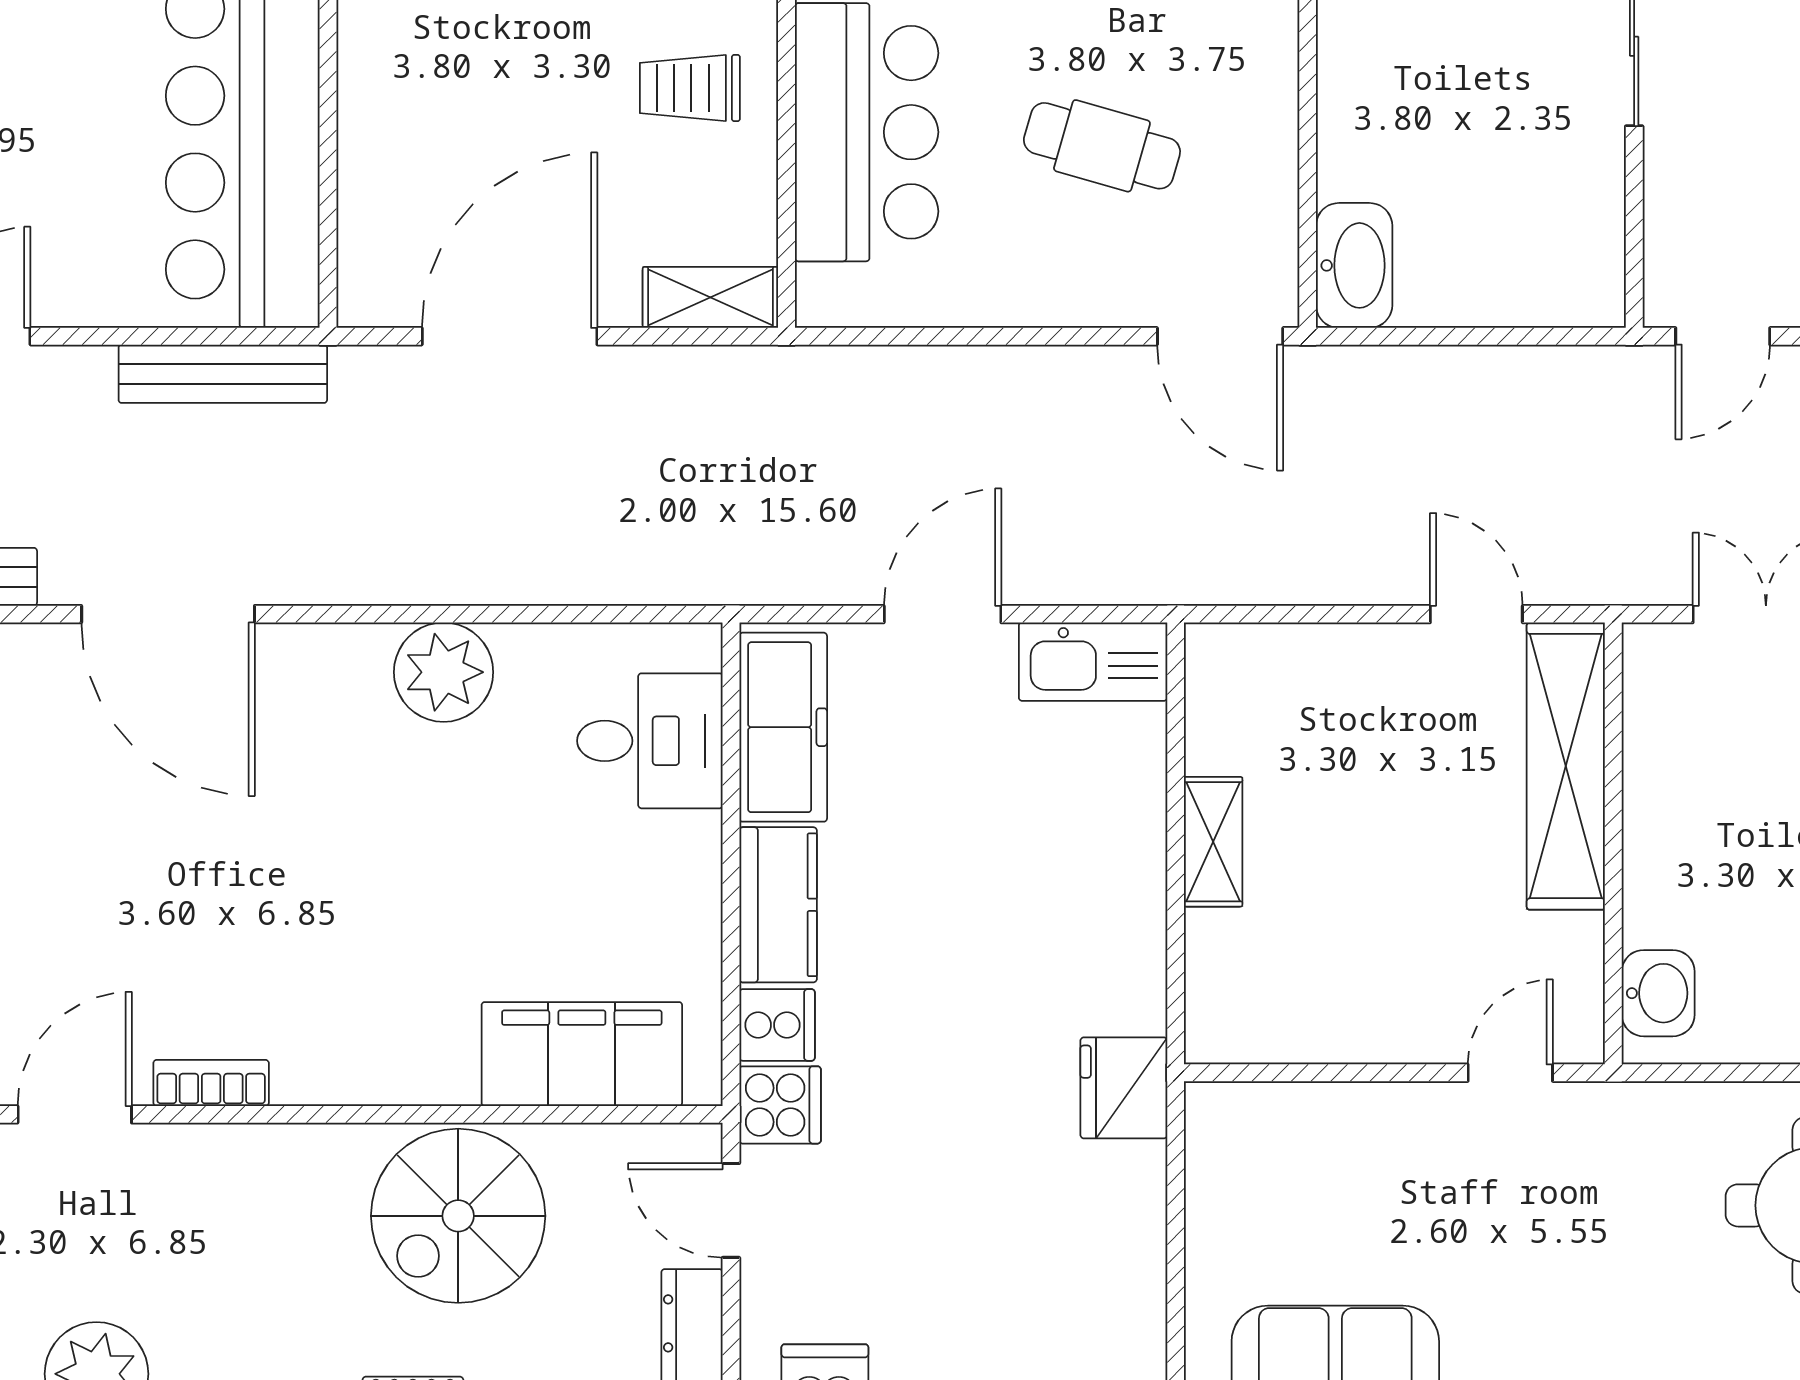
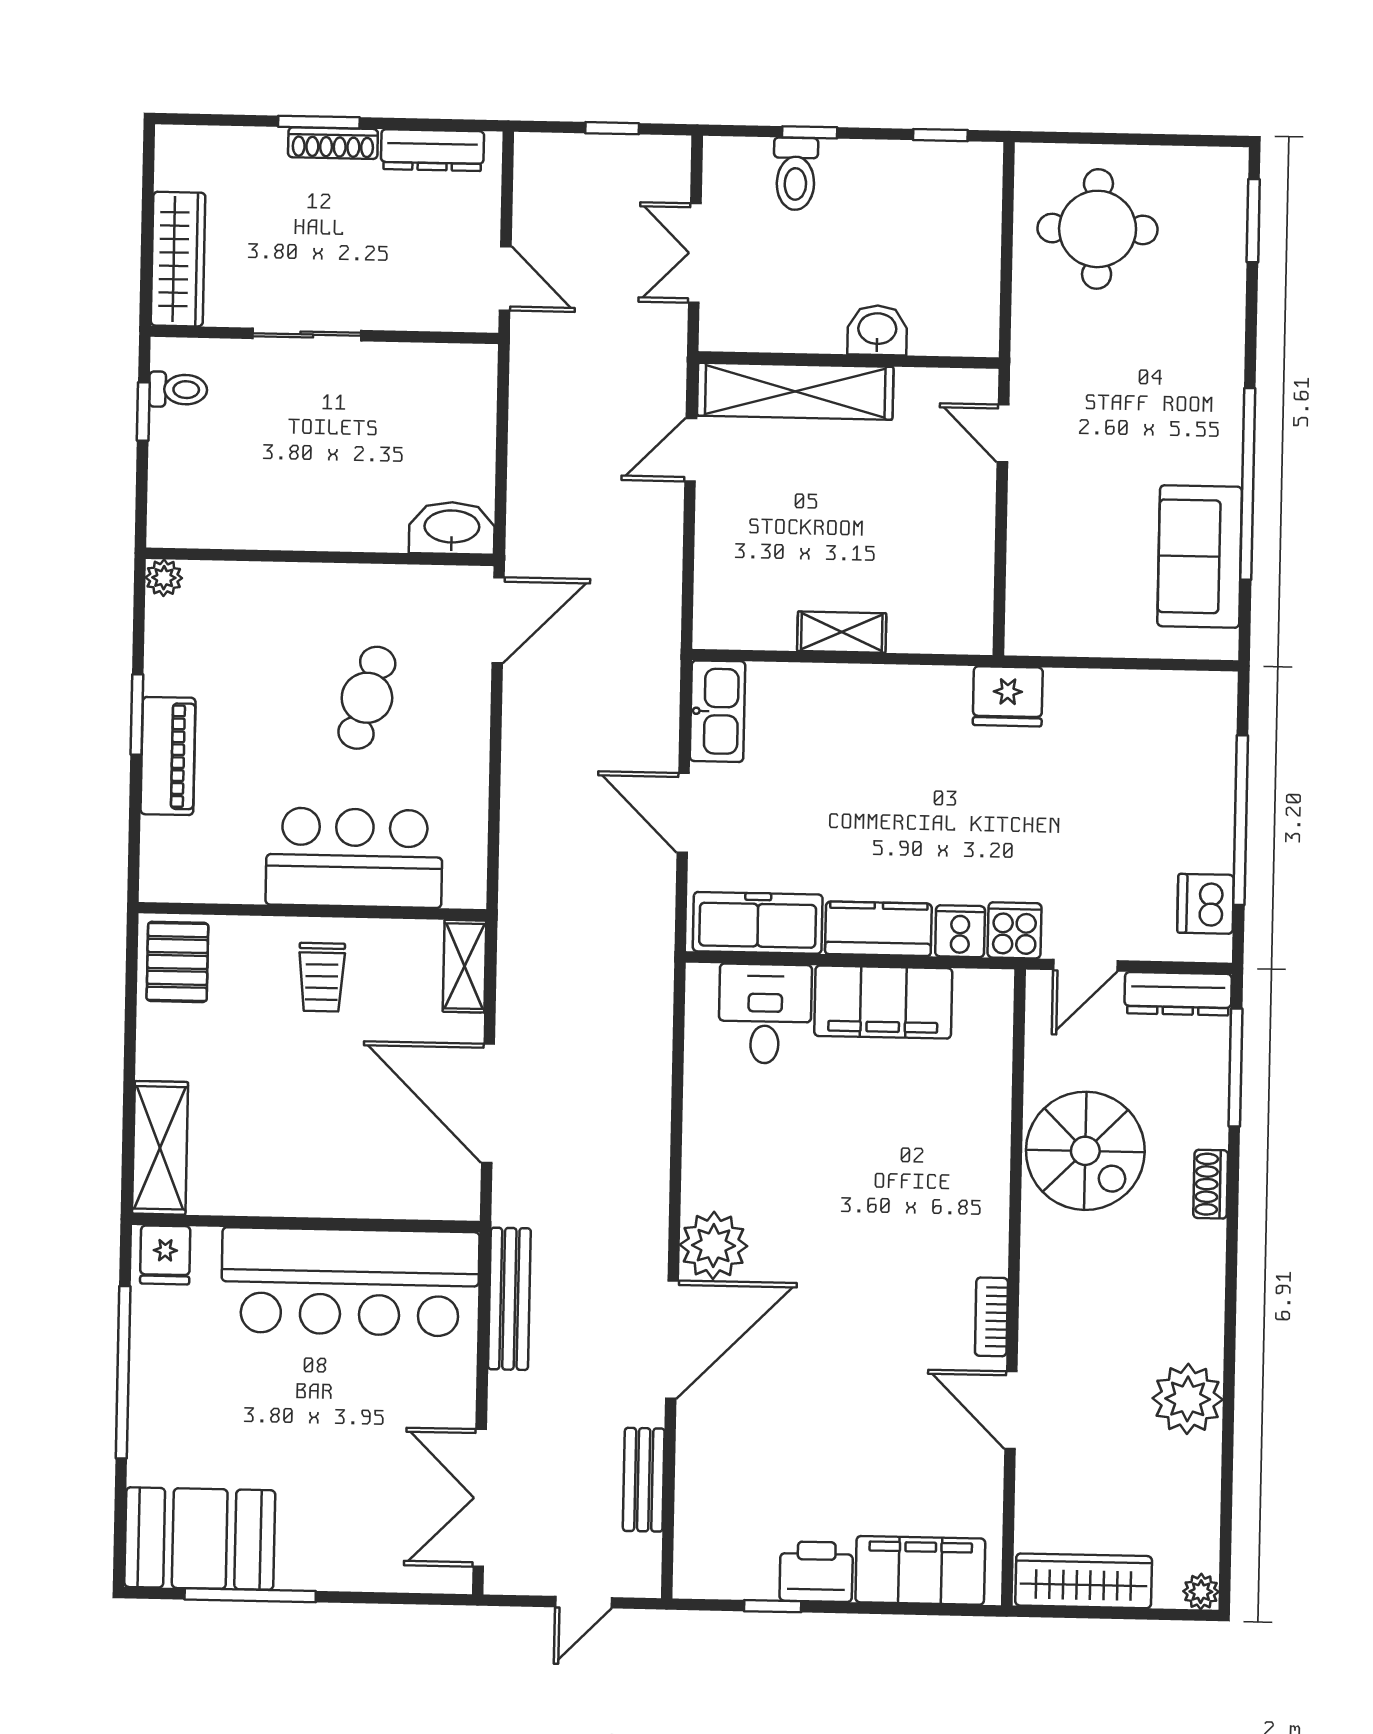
plant: (444, 672) -> (713, 1245), moved
washbasin: (1658, 993) -> (877, 330), moved
filing cabinet: (582, 1054) -> (883, 1002), moved, turned -90

